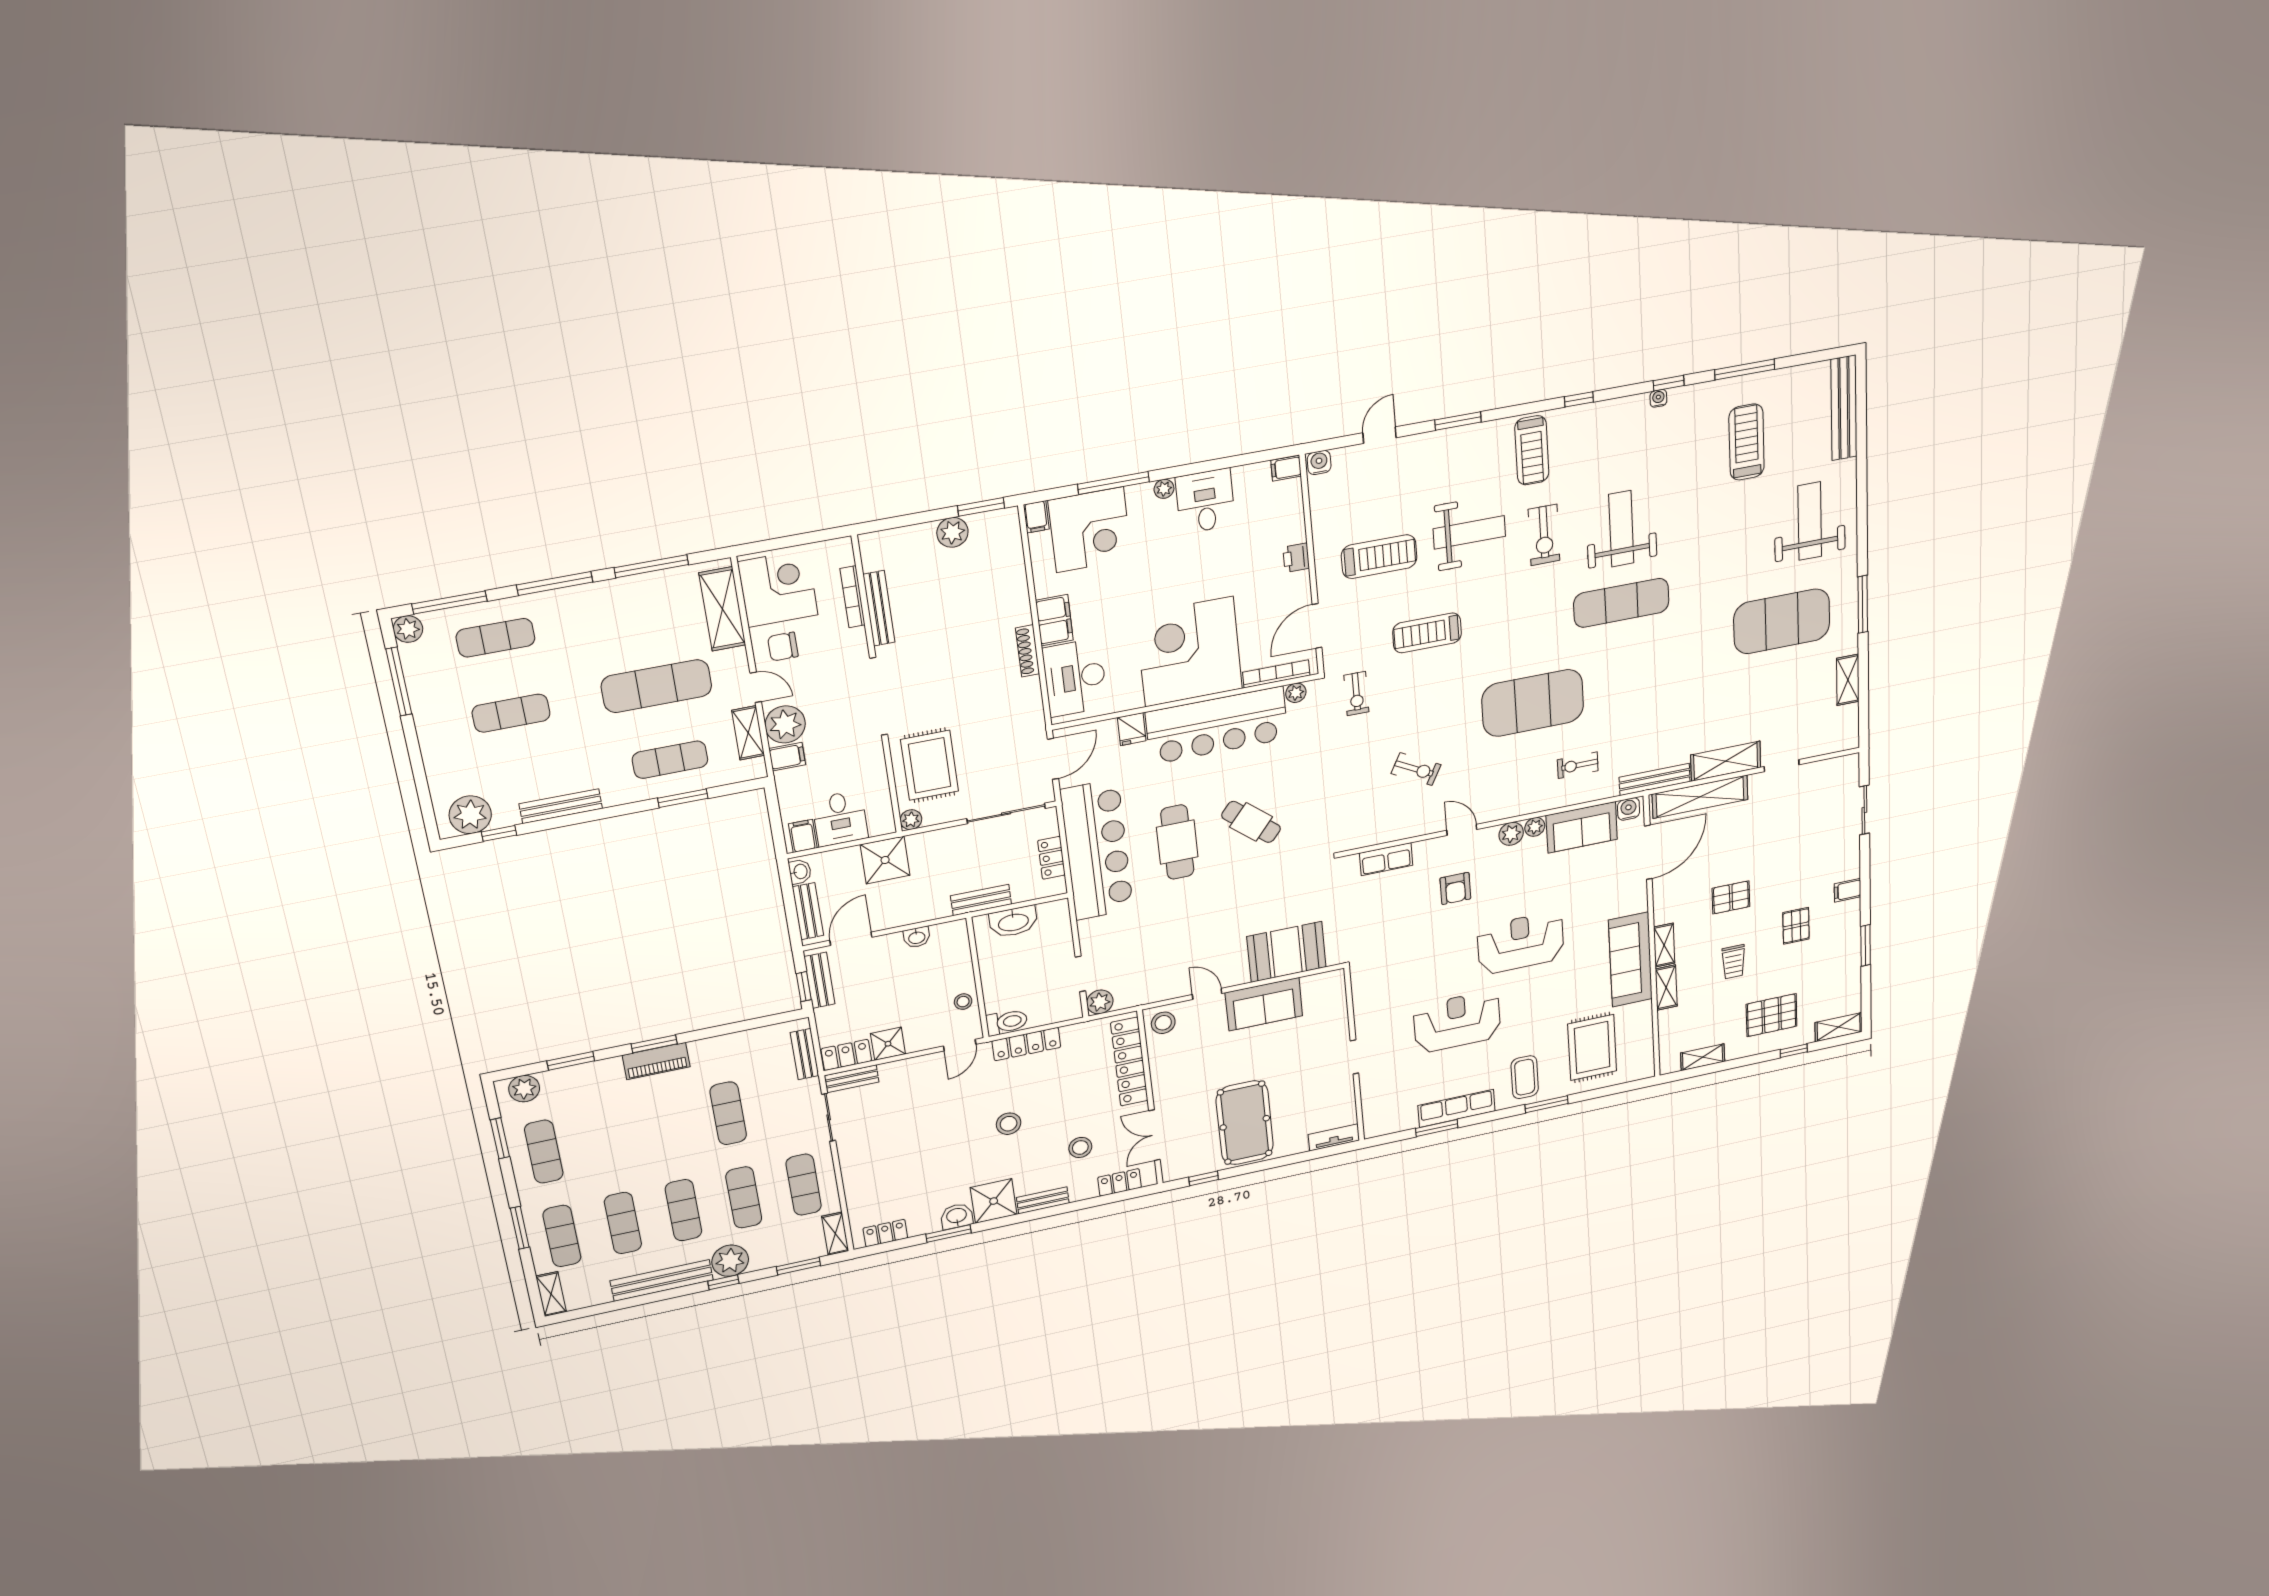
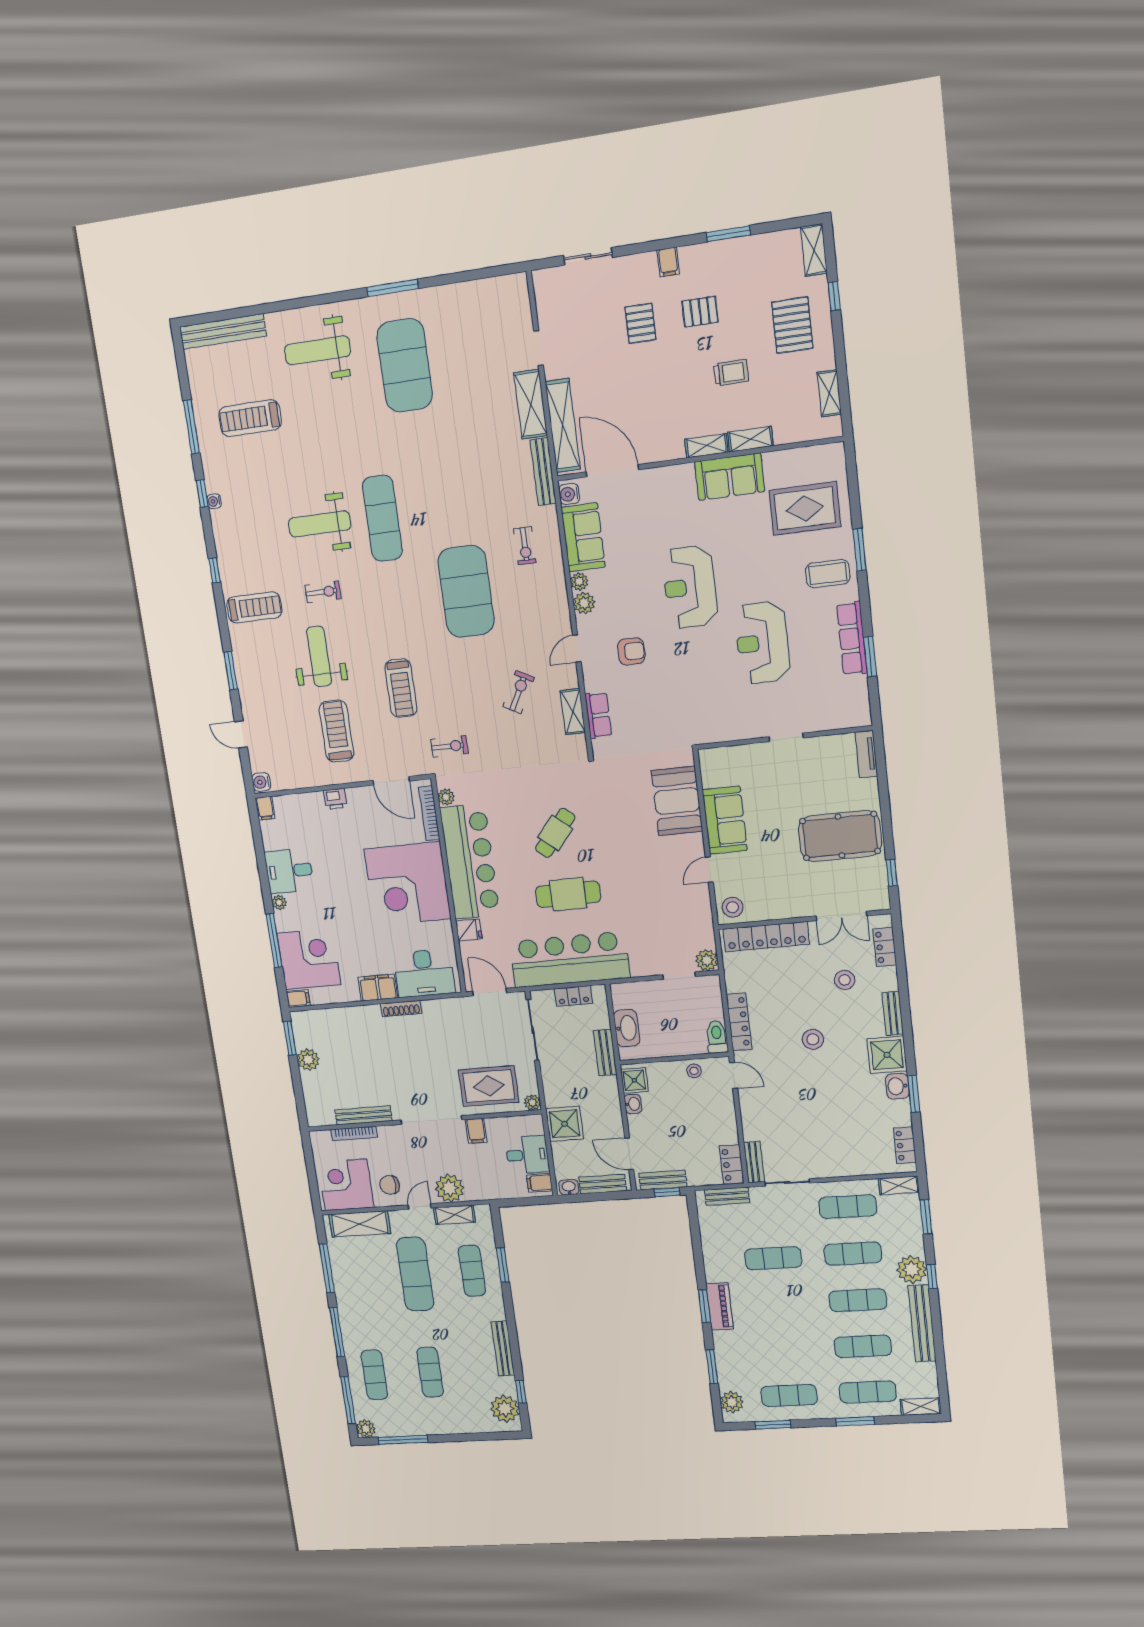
exercise bike: (1544, 535) -> (323, 592), width x0.73, depth x0.72
chair: (783, 647) -> (390, 1185), turned 90
shelving: (1848, 680) -> (573, 712), moved, turned 90
filing cabinet: (787, 757) -> (476, 1131), moved, turned 180
pallet: (1731, 897) -> (640, 323), moved
sofa: (1630, 960) -> (730, 477), width x0.73
shower: (888, 1044) -> (634, 1080), moved

